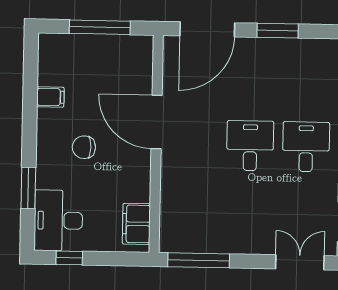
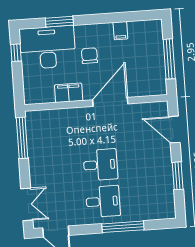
door: (207, 29) -> (174, 130), width x0.73
desk: (58, 220) -> (47, 47), width x1.36, depth x1.30
filing cabinet: (136, 224) -> (69, 93), moved

